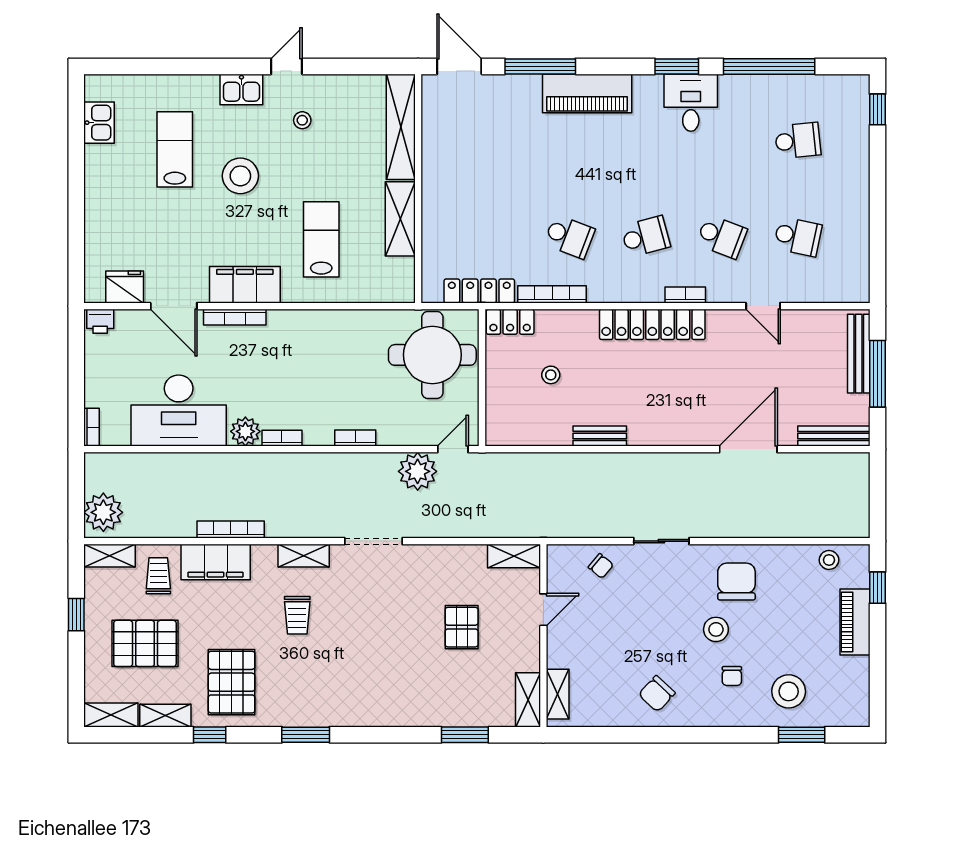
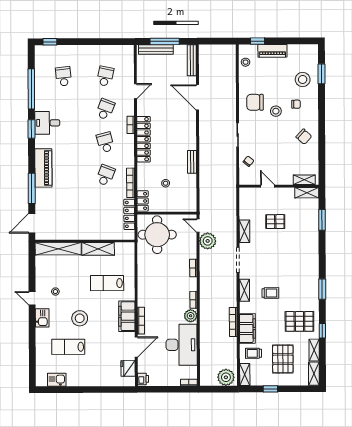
shelving: (514, 556) -> (244, 231), moved

